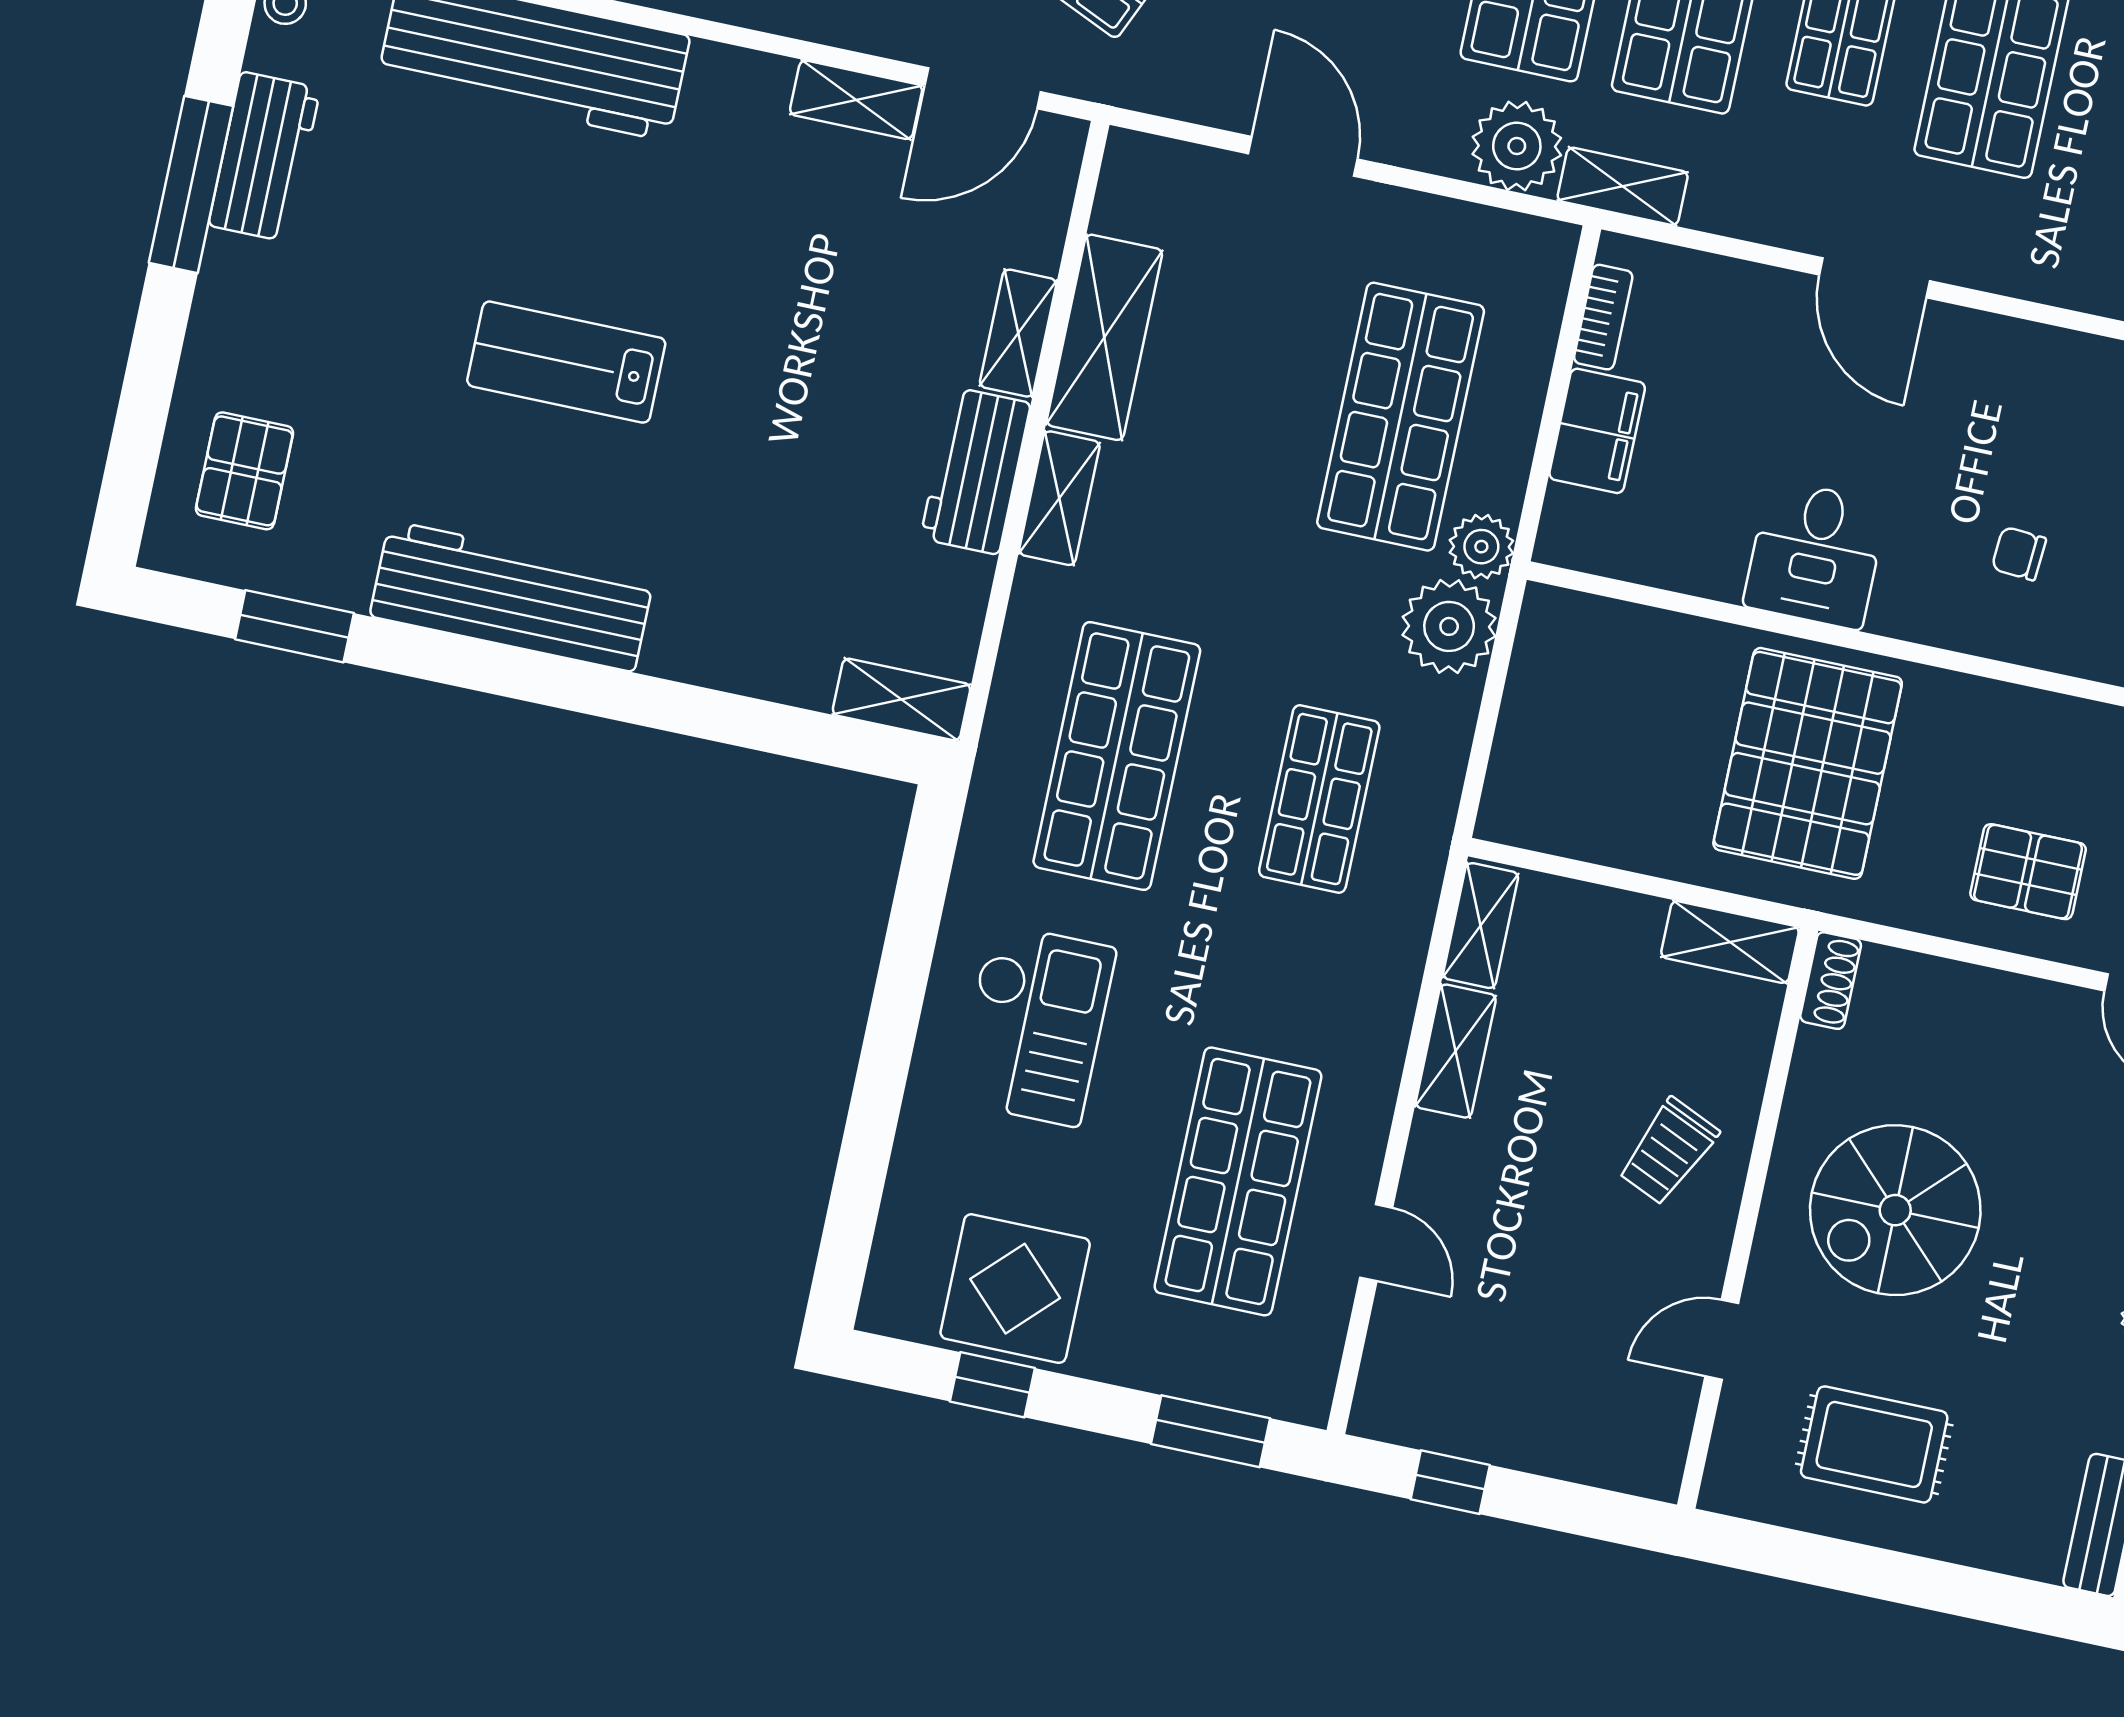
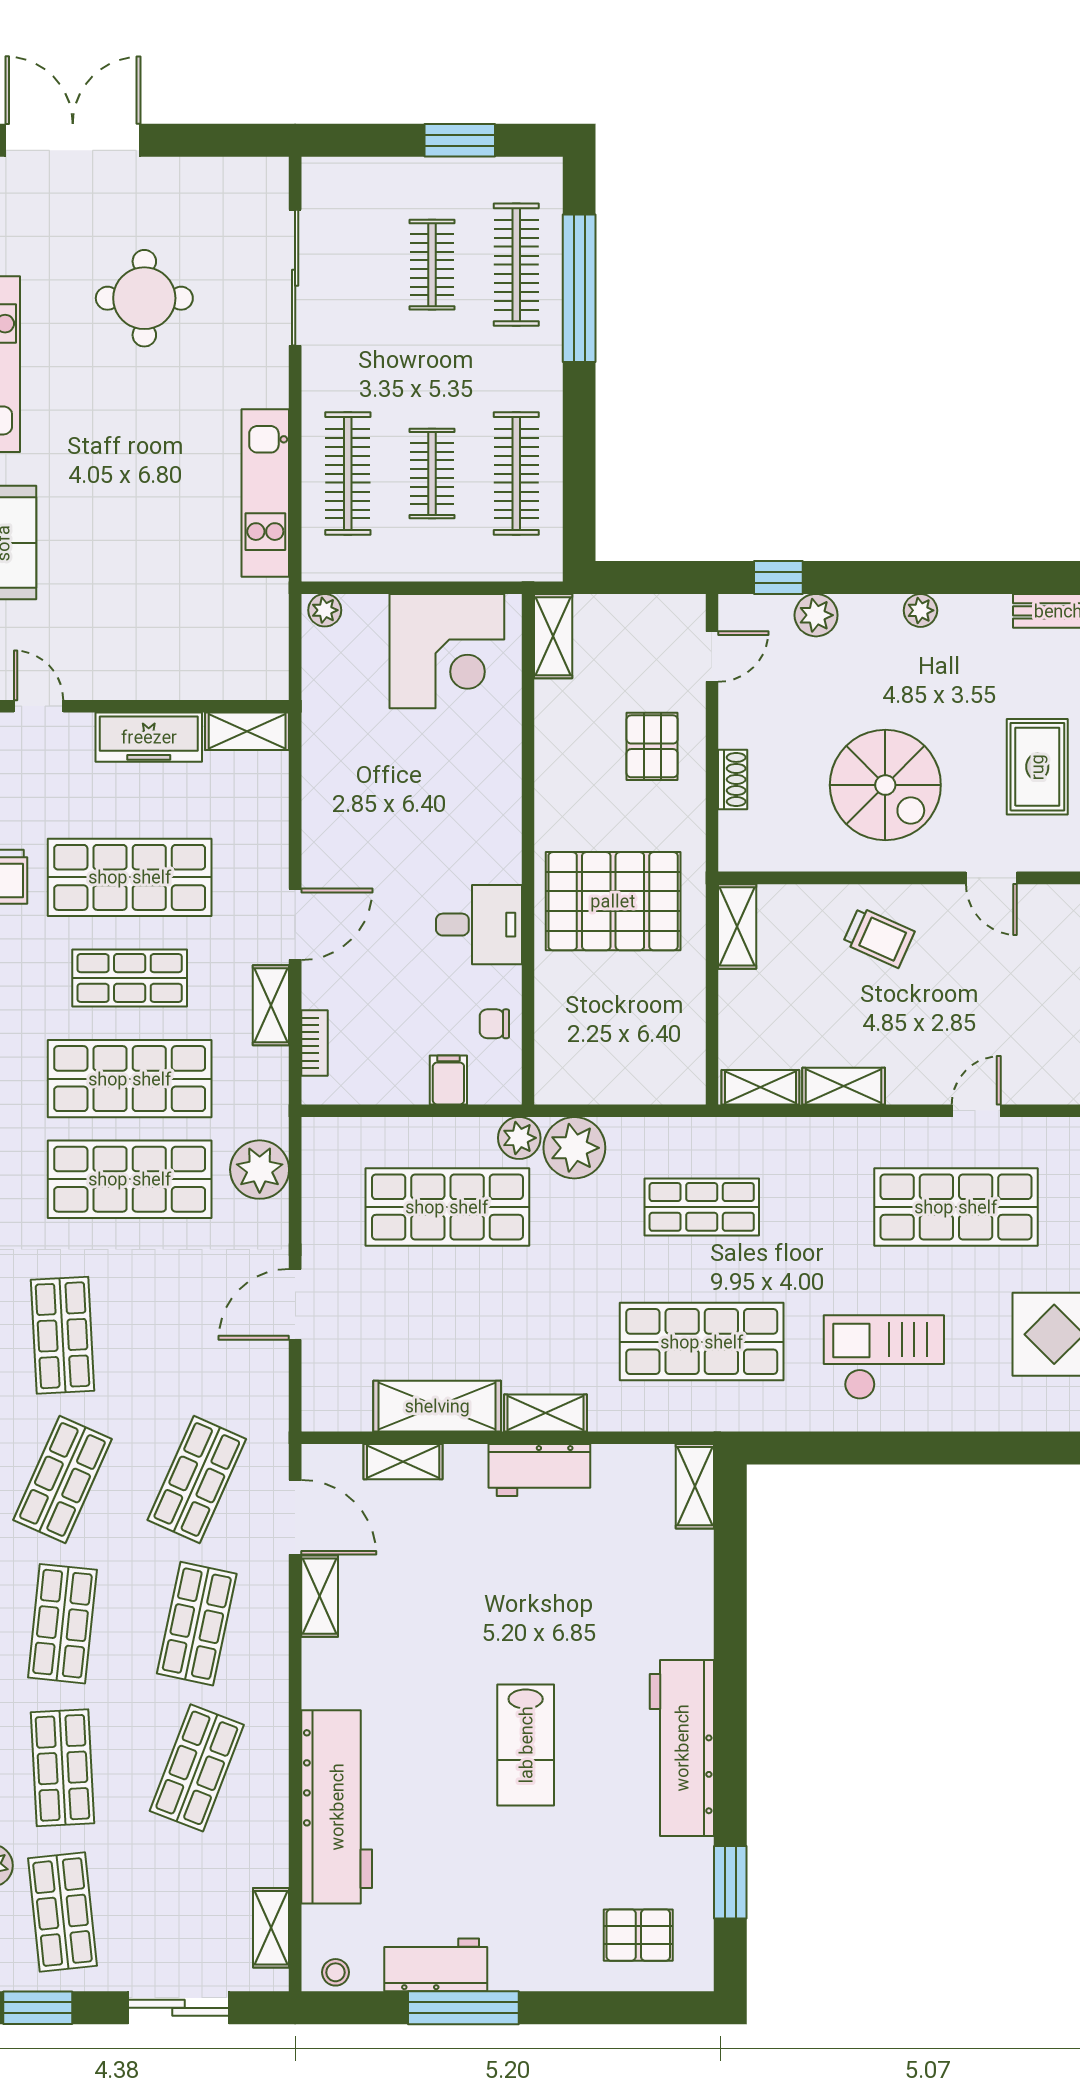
shelving: (1623, 186) -> (271, 1005), moved
bookcase: (1603, 317) -> (314, 1043), moved, turned 90
shelving: (1018, 333) -> (403, 1462), moved
filing cabinet: (1597, 431) -> (448, 1080), width x0.50
chair: (2019, 554) -> (494, 1024), moved, turned 86
shoe rack: (1831, 981) -> (733, 779), moved, turned 90

